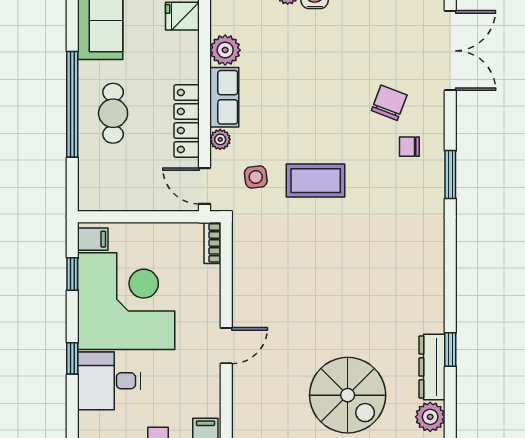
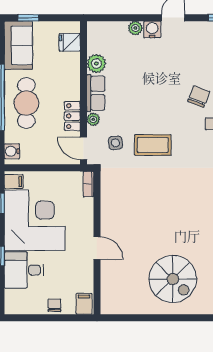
cafe table: (113, 113) -> (26, 103), width x1.37, depth x1.35
locker: (187, 121) -> (72, 116), width x0.66
water cooler: (90, 190) -> (12, 151), added
door: (226, 346) -> (97, 248), hinge flipped

